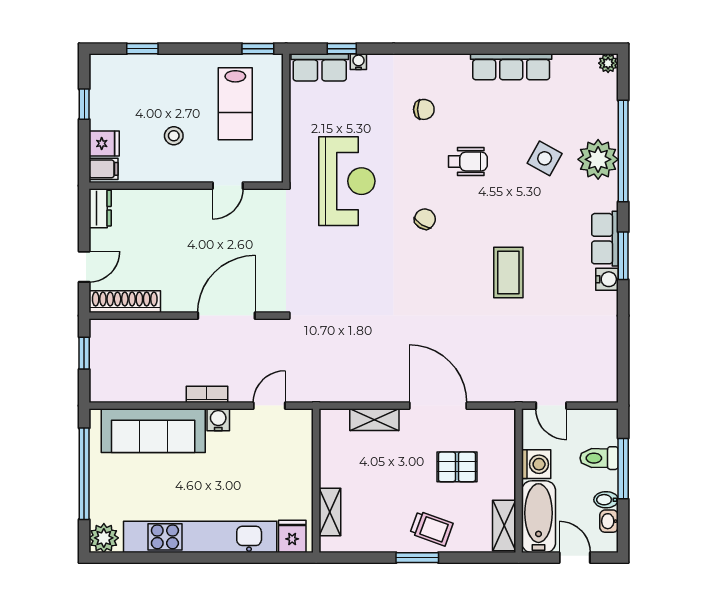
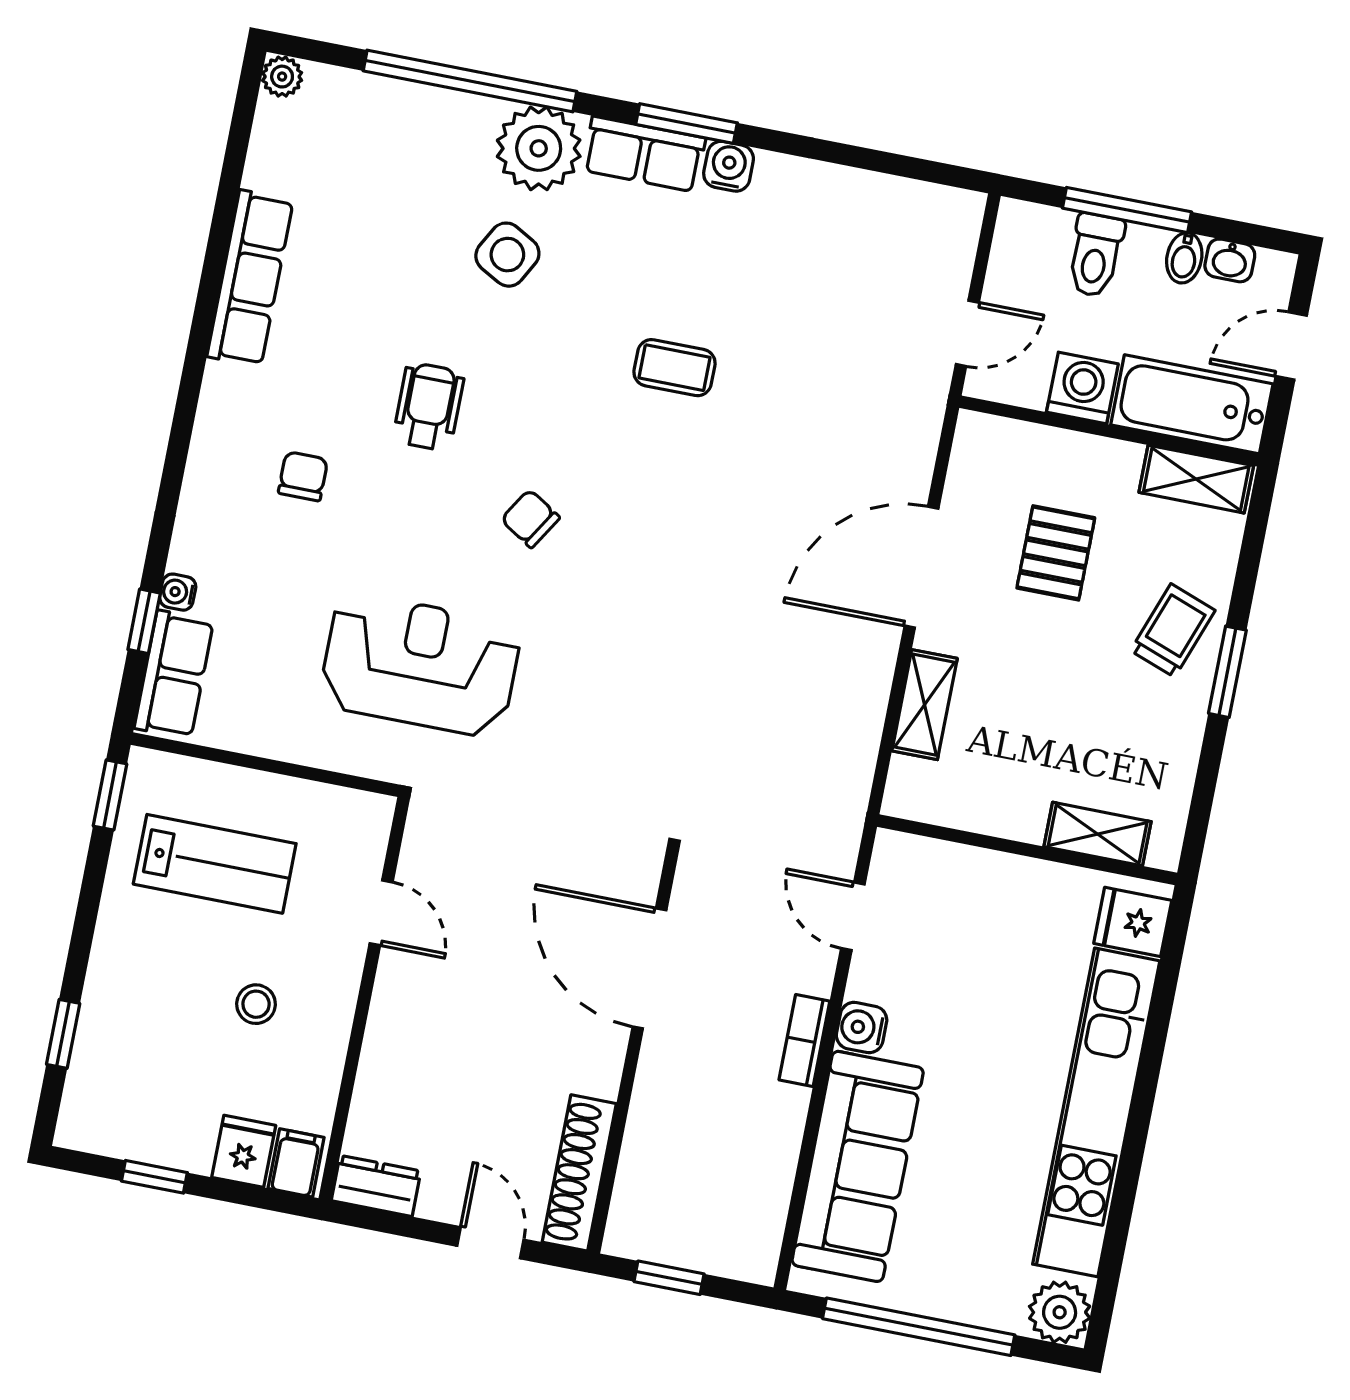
side table: (545, 158) -> (507, 255), moved
plant: (598, 159) -> (539, 148), moved
coffee table: (508, 272) -> (675, 368), width x0.73, depth x0.77

